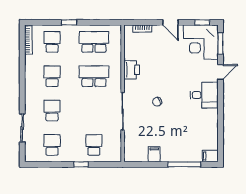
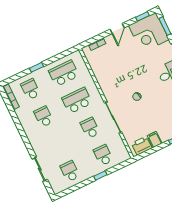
door: (171, 22) -> (117, 28), hinge flipped
printer: (132, 70) -> (142, 146), moved, turned -90
school desk: (52, 111) -> (90, 128), moved

